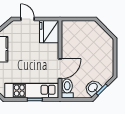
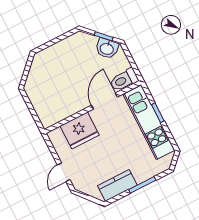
fridge: (49, 32) -> (80, 131), moved
door: (60, 69) -> (104, 101), hinge flipped

